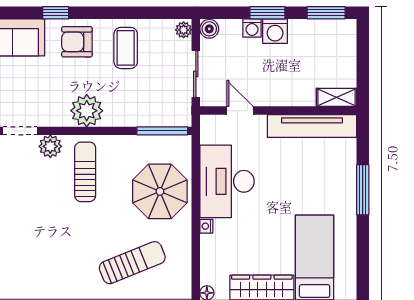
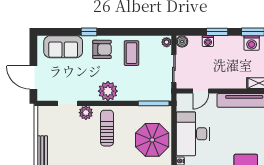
washing machine: (275, 31) -> (252, 43), moved
armchair: (77, 42) -> (102, 49), turned 180
door: (240, 111) -> (201, 91), swing flipped

